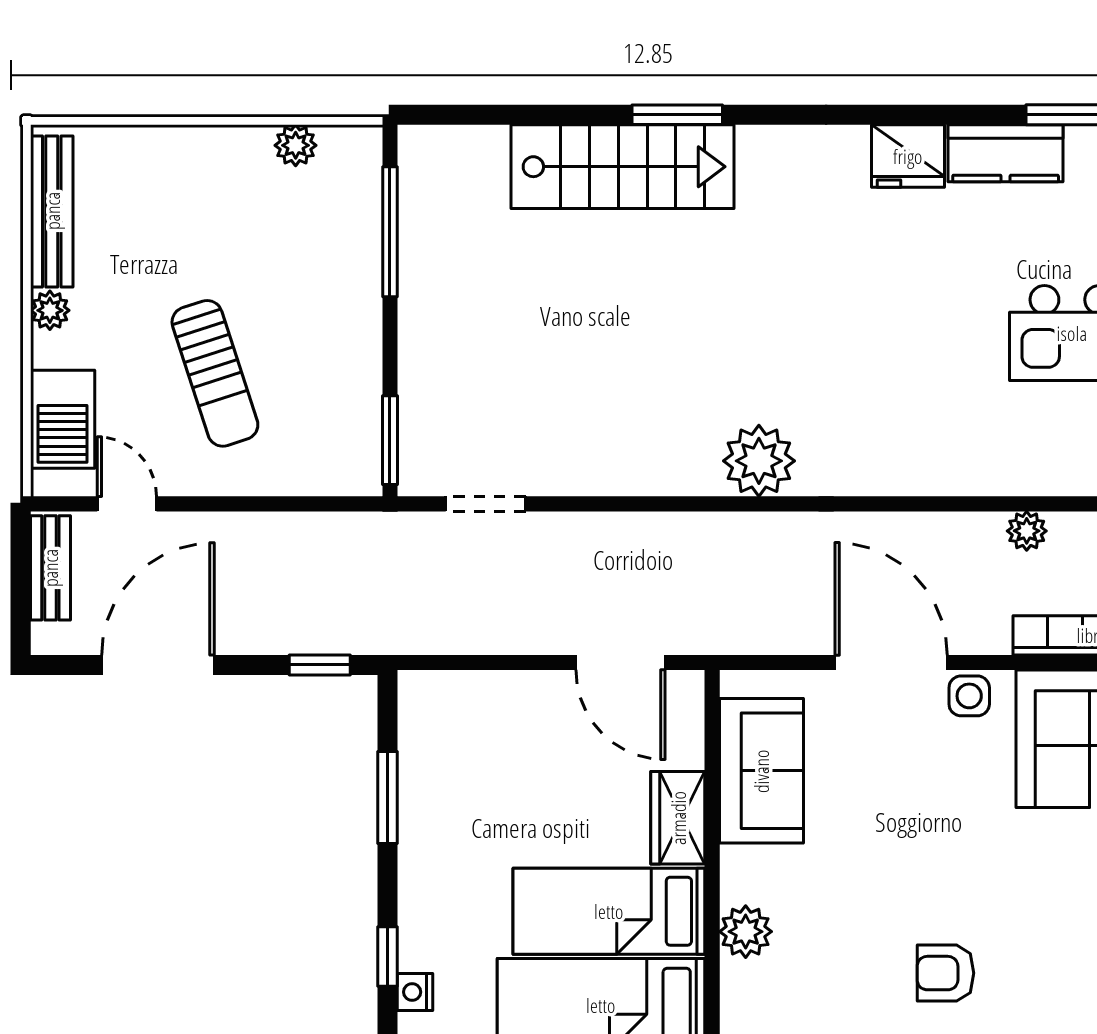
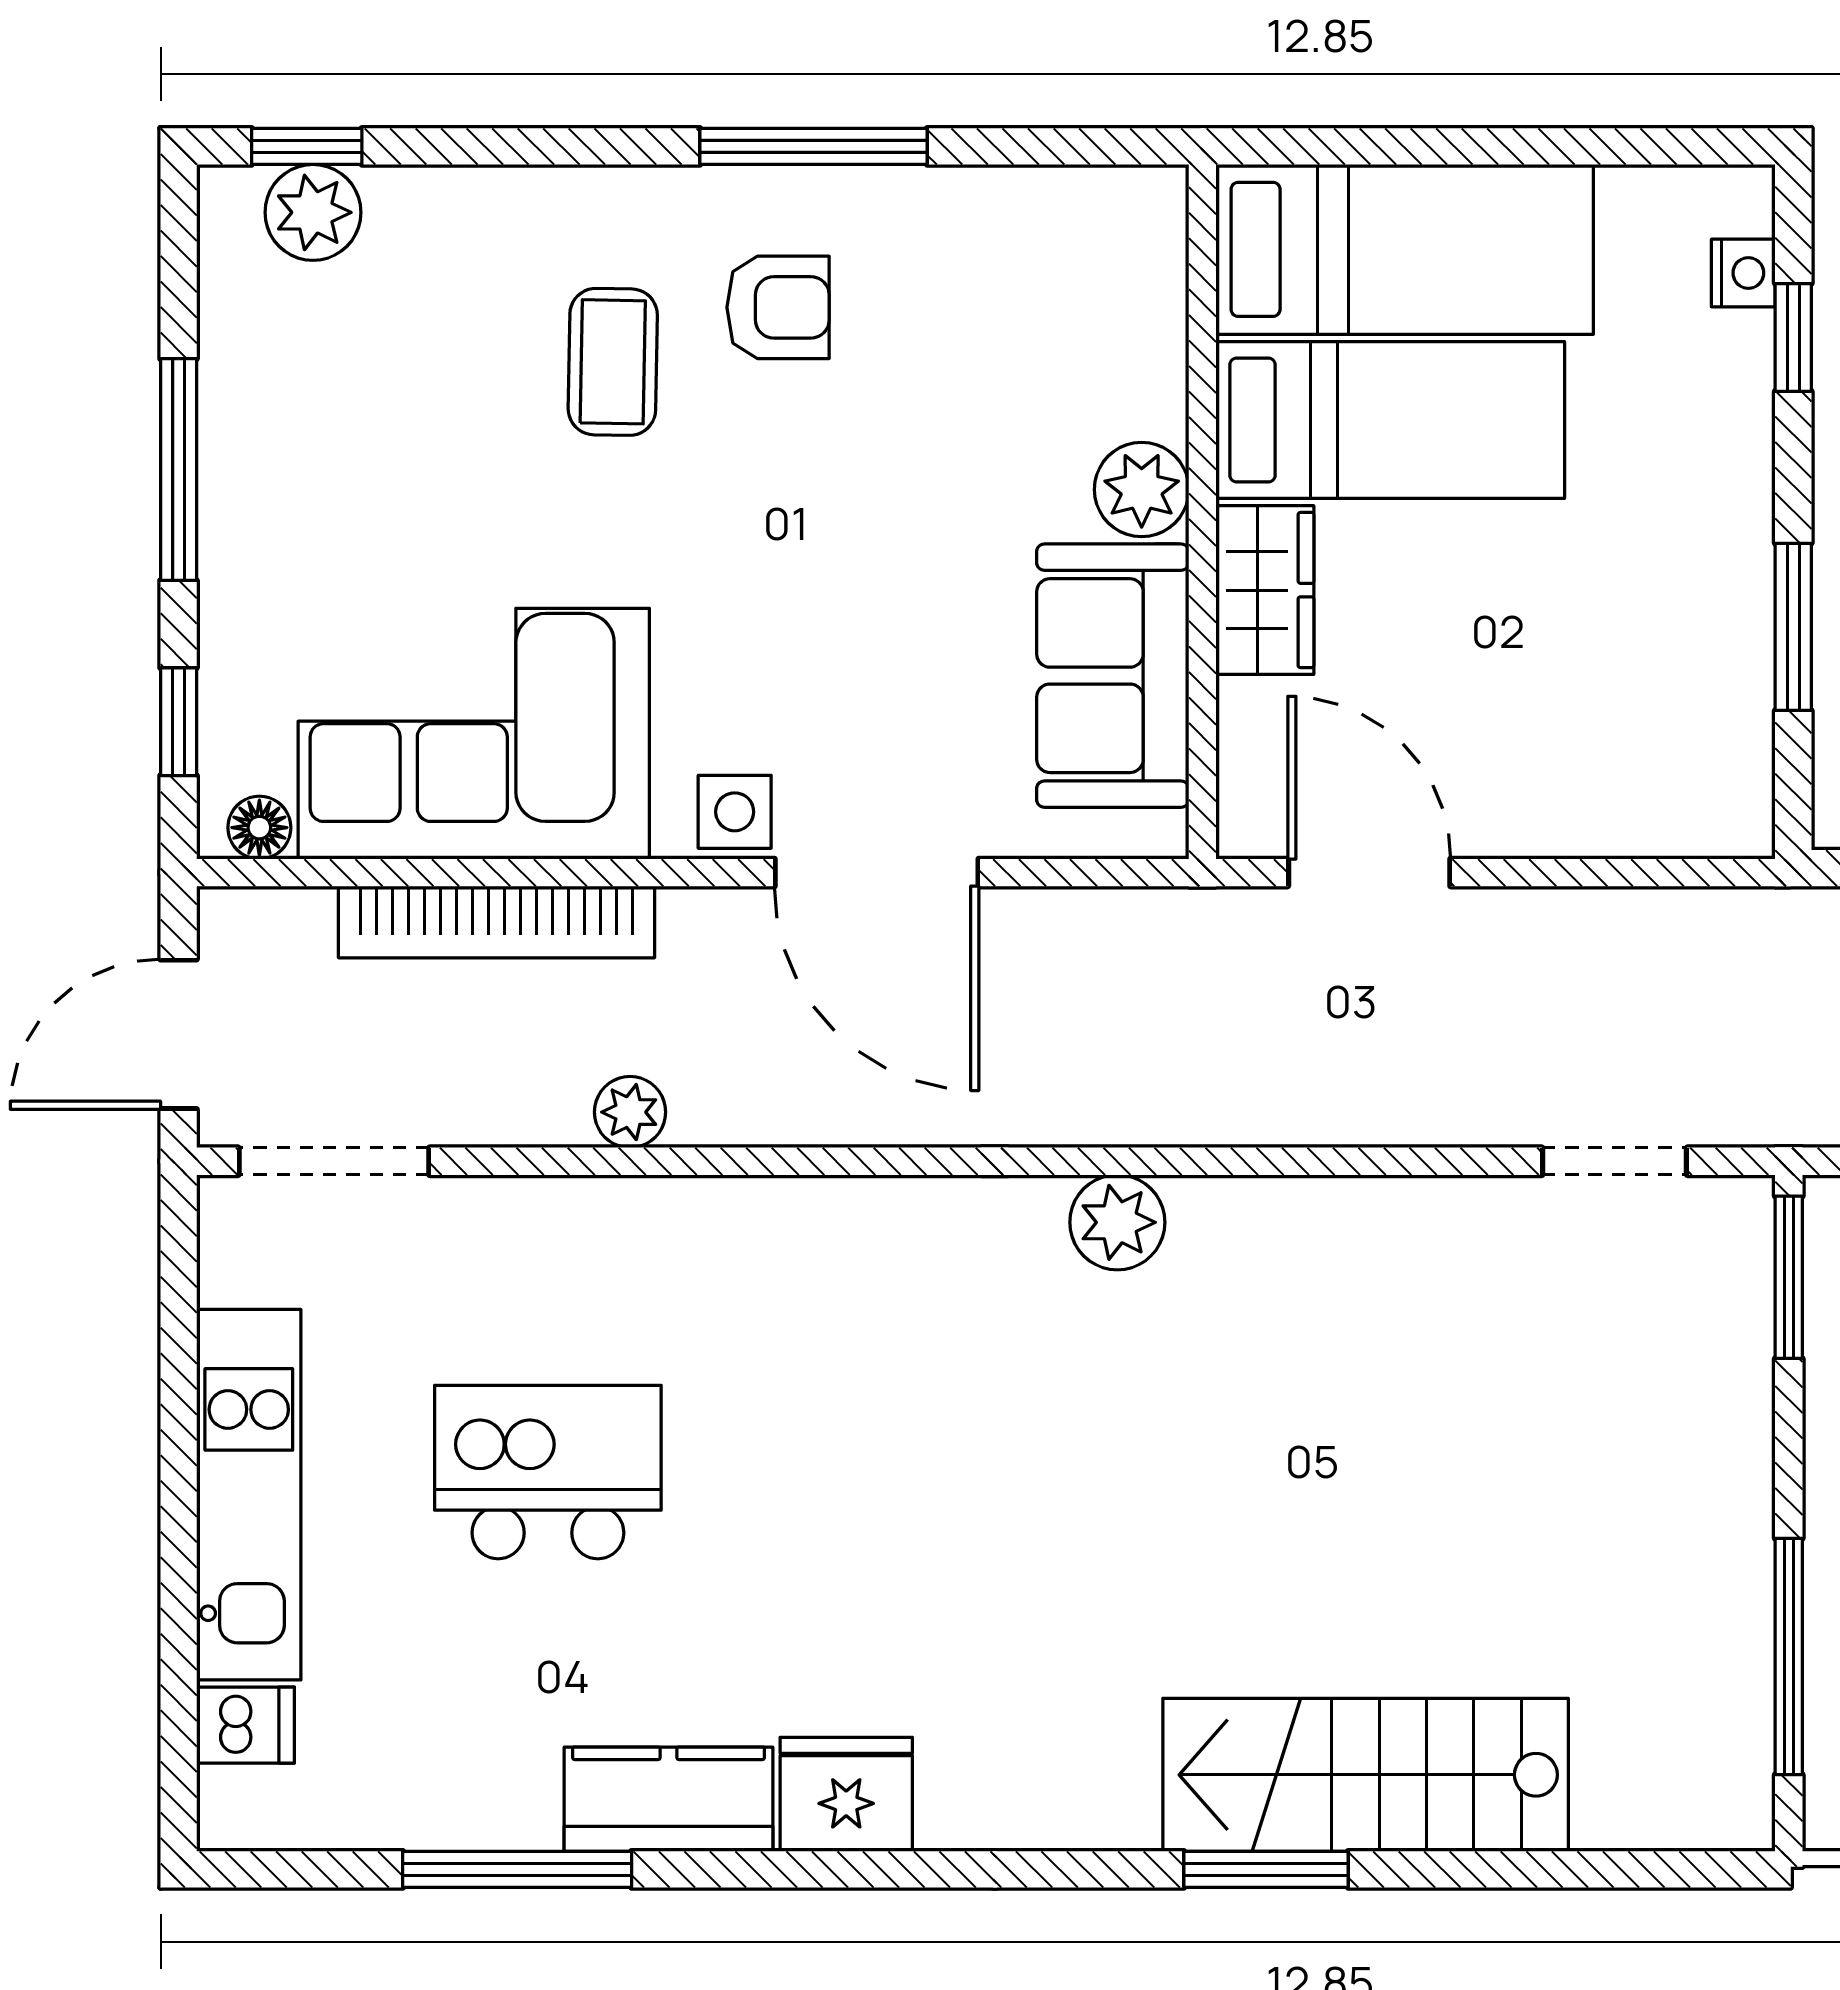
plant: (759, 461) -> (1117, 1222), width x0.73, depth x0.73
plant: (746, 932) -> (1142, 490), moved
coffee table: (1036, 943) -> (613, 362), added

